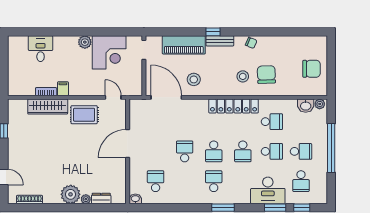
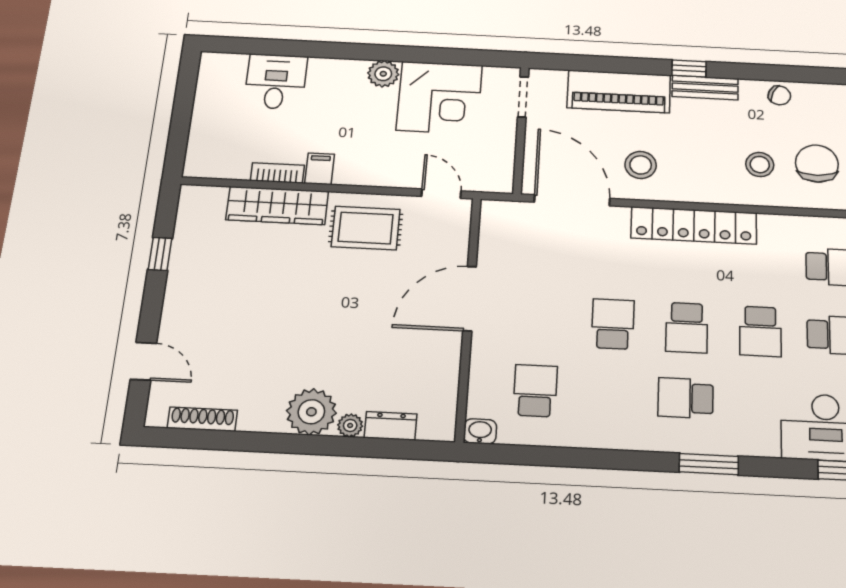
locker: (234, 106) -> (694, 225), moved
school desk: (214, 181) -> (686, 398), turned -90

